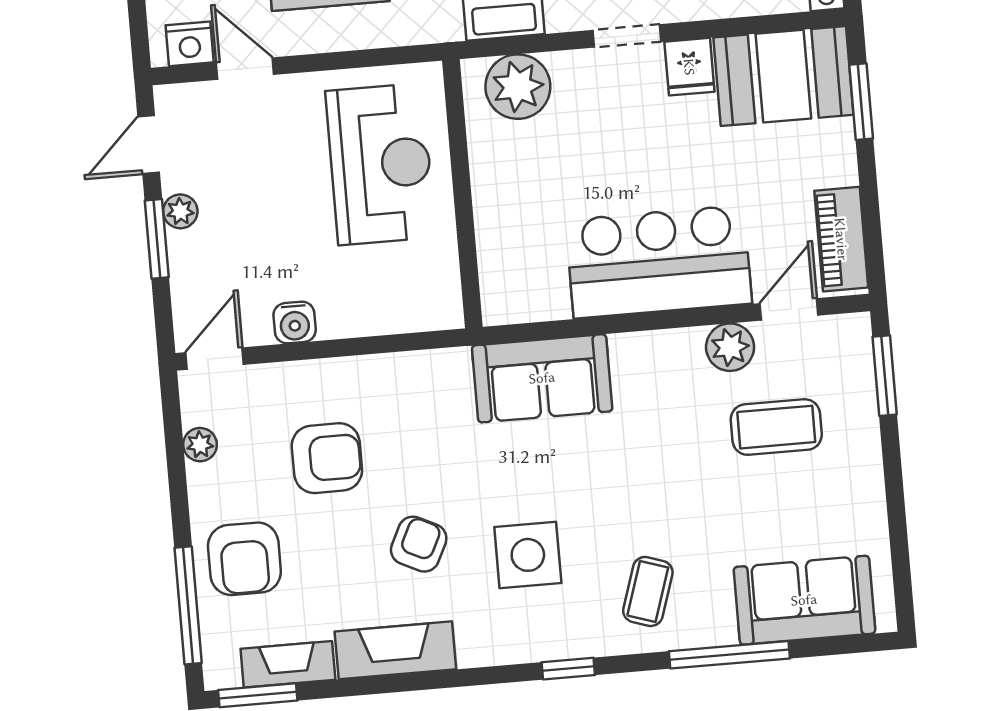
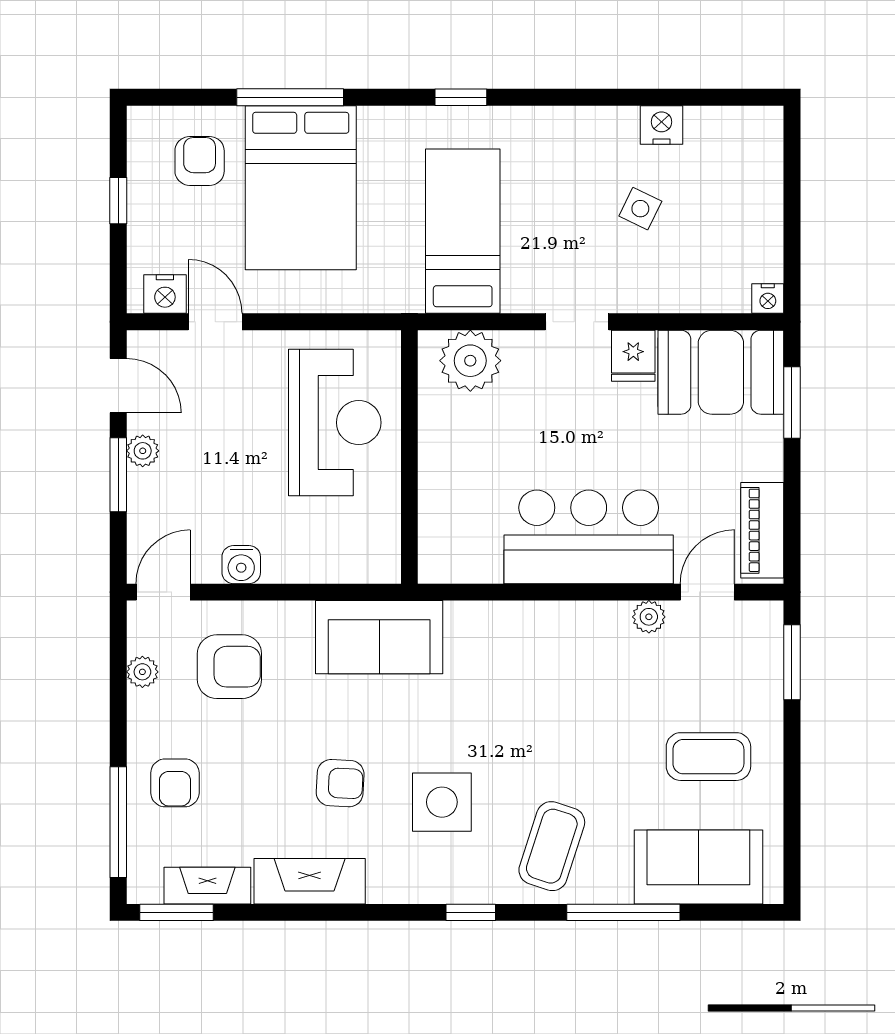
door: (149, 145) -> (118, 386), swing flipped
plant: (730, 347) -> (649, 617), width x0.73, depth x0.73
sofa: (542, 378) -> (379, 637), moved
coffee table: (776, 427) -> (708, 757), moved
armchair: (327, 458) -> (229, 667), moved
armchair: (419, 544) -> (340, 783), turned 67
armchair: (244, 559) -> (175, 783), width x0.72, depth x0.72
coffee table: (648, 591) -> (552, 846), width x1.36, depth x1.30

